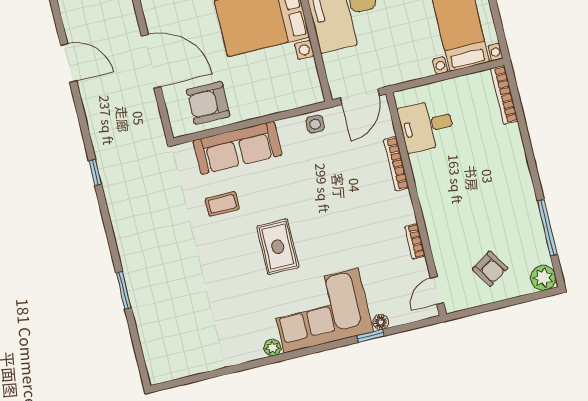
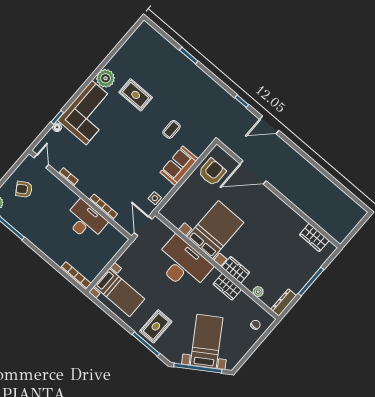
door: (69, 63) -> (269, 125), moved
desk: (427, 126) -> (85, 221), moved, width x1.37
sofa: (238, 148) -> (179, 166), width x0.73
rug: (278, 247) -> (136, 95), moved
plant: (272, 348) -> (106, 78), width x1.87, depth x1.87

